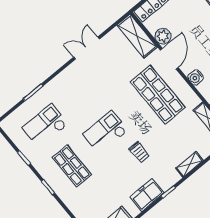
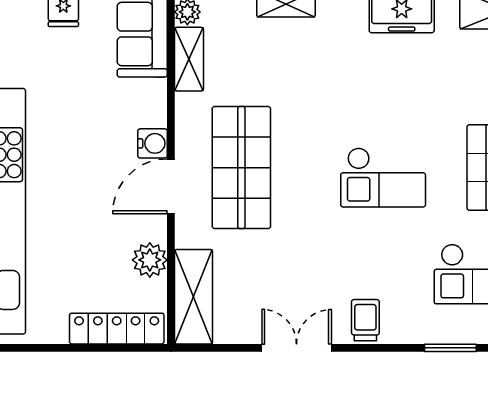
double door: (87, 48) -> (297, 348), swing flipped
door: (169, 59) -> (171, 186), moved
trolley: (139, 152) -> (365, 320), moved

